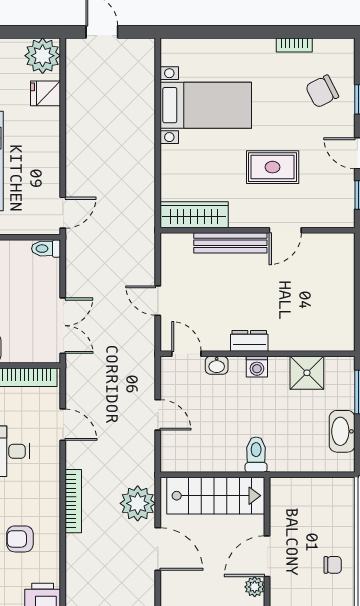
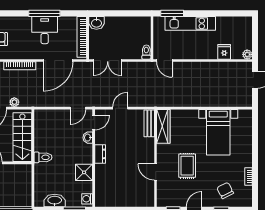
plant: (43, 56) -> (247, 54), width x0.53, depth x0.53
bench: (230, 243) -> (149, 123), moved, width x0.73
washing machine: (257, 367) -> (87, 199), moved
shower: (307, 373) -> (84, 172), moved
door: (158, 415) -> (78, 108), moved
door: (63, 425) -> (58, 60), width x1.88
plant: (138, 503) -> (14, 102), width x0.53, depth x0.53

